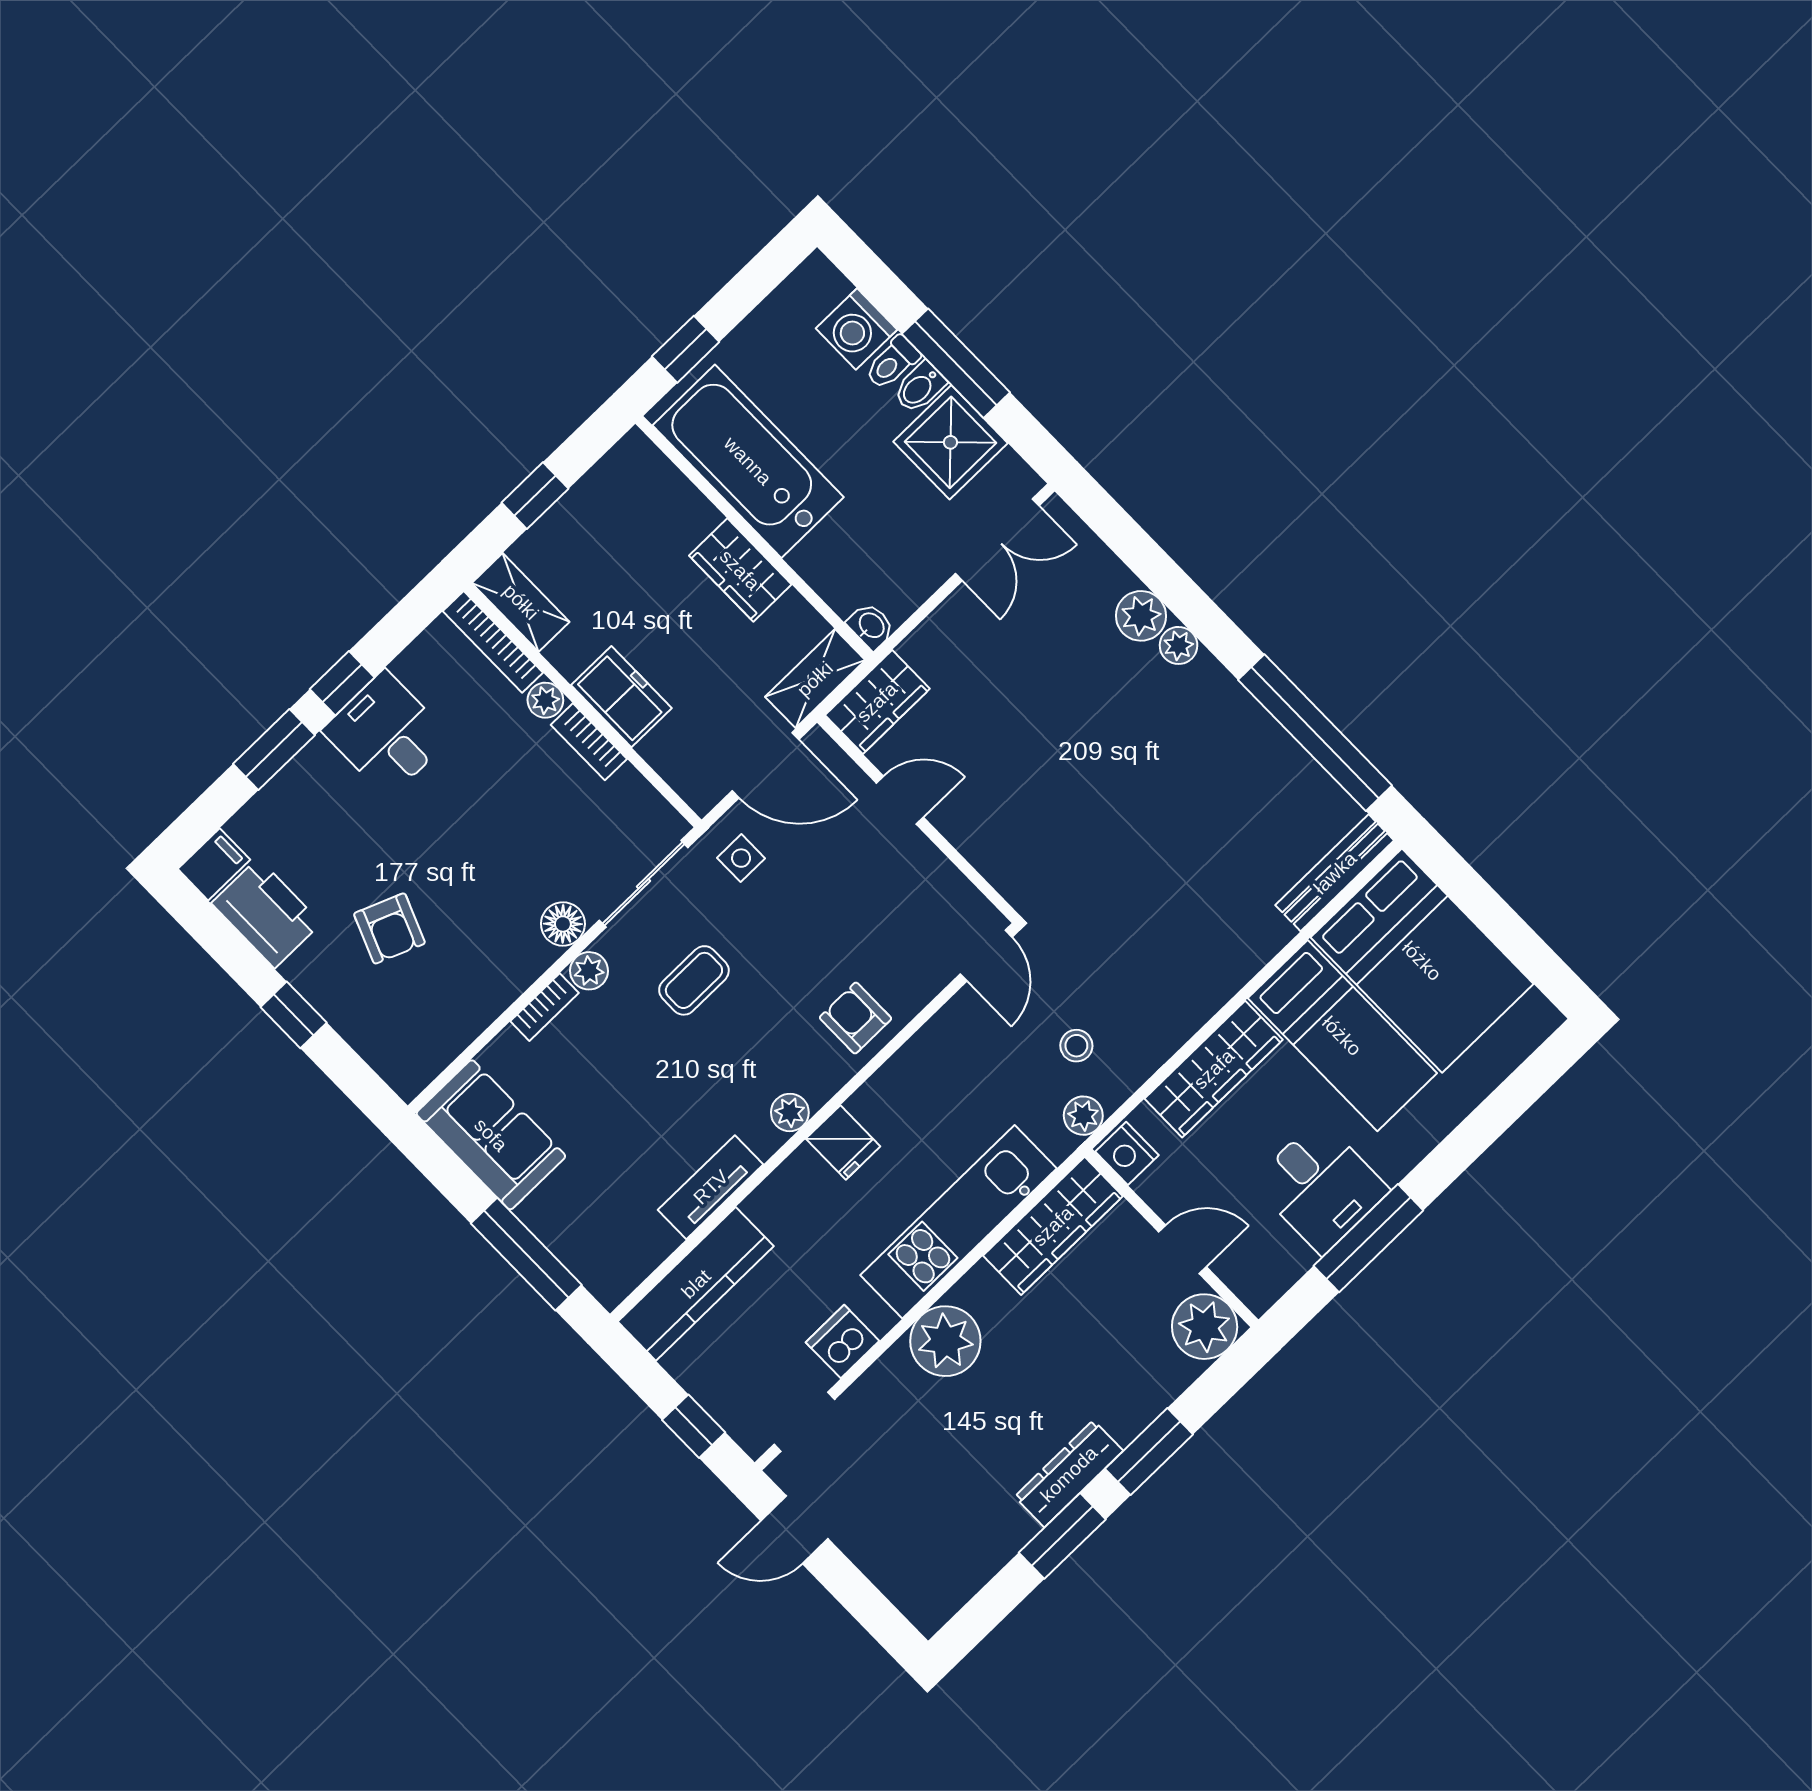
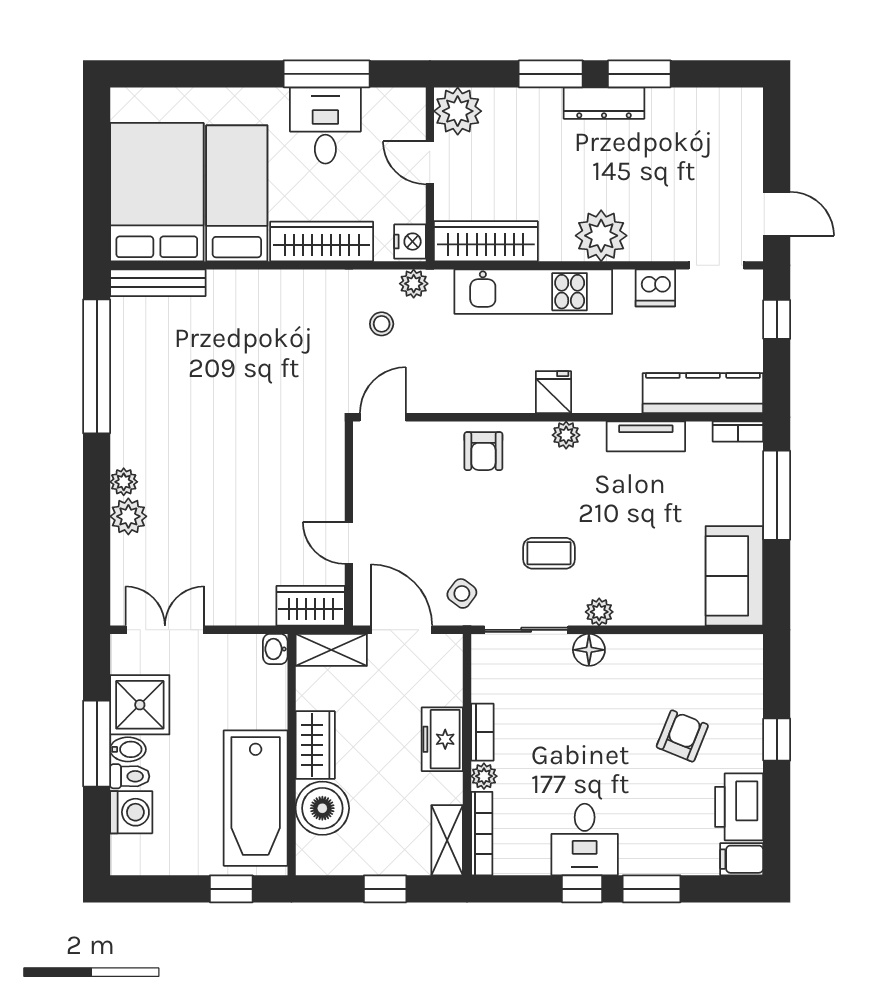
boiler: (673, 515) -> (322, 808), added
side table: (741, 858) -> (462, 593), turned 37
bookcase: (545, 1007) -> (738, 431), moved, turned 180

